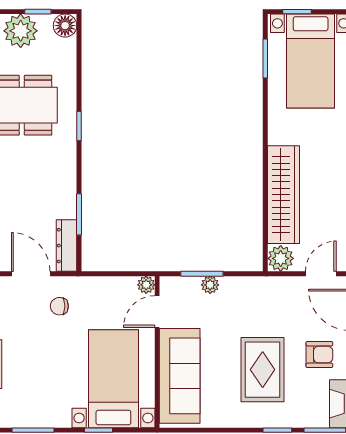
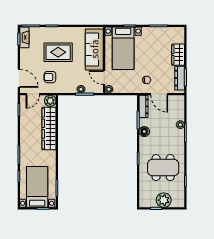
floor lamp: (65, 26) -> (144, 132), moved
door: (157, 312) -> (104, 78), swing flipped
armchair: (319, 355) -> (50, 77), moved
rug: (263, 370) -> (58, 52), turned 90

